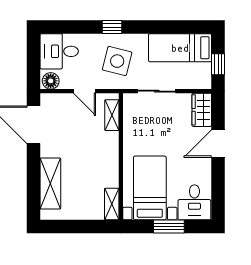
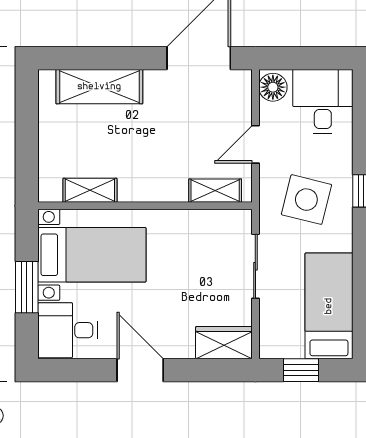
door: (218, 144) -> (140, 370), moved
shelving: (112, 204) -> (90, 190), moved

